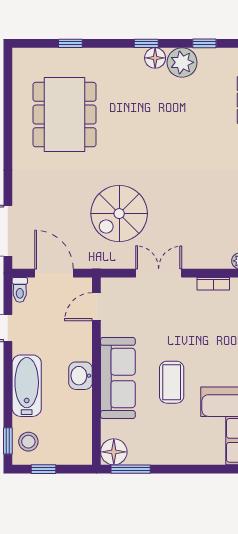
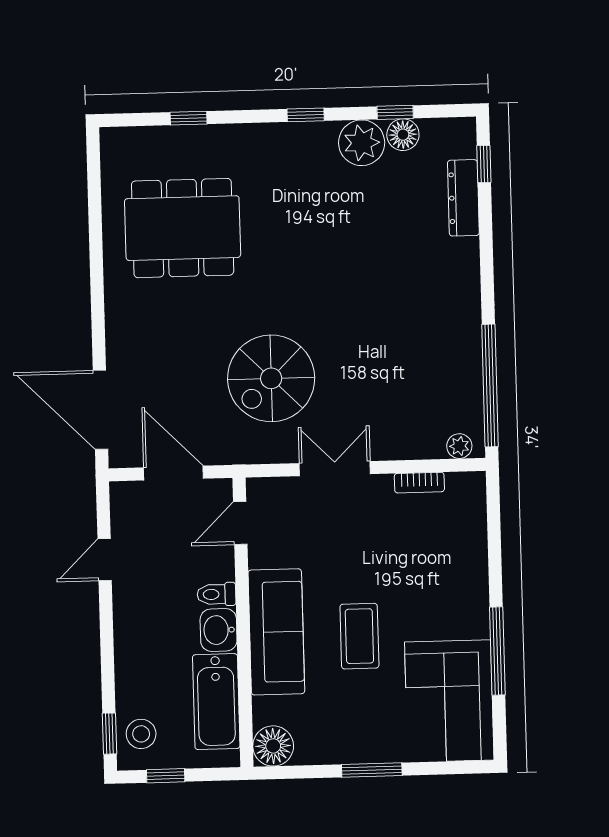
floor lamp: (155, 58) -> (403, 135), moved
dining table: (64, 115) -> (183, 228), turned 90
toilet: (20, 290) -> (216, 594), moved, turned 90
bathtub: (27, 386) -> (216, 702), moved, turned 180
window: (131, 469) -> (372, 770), moved

